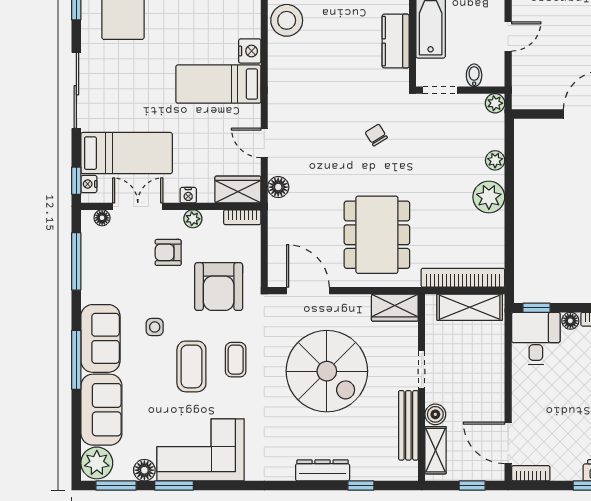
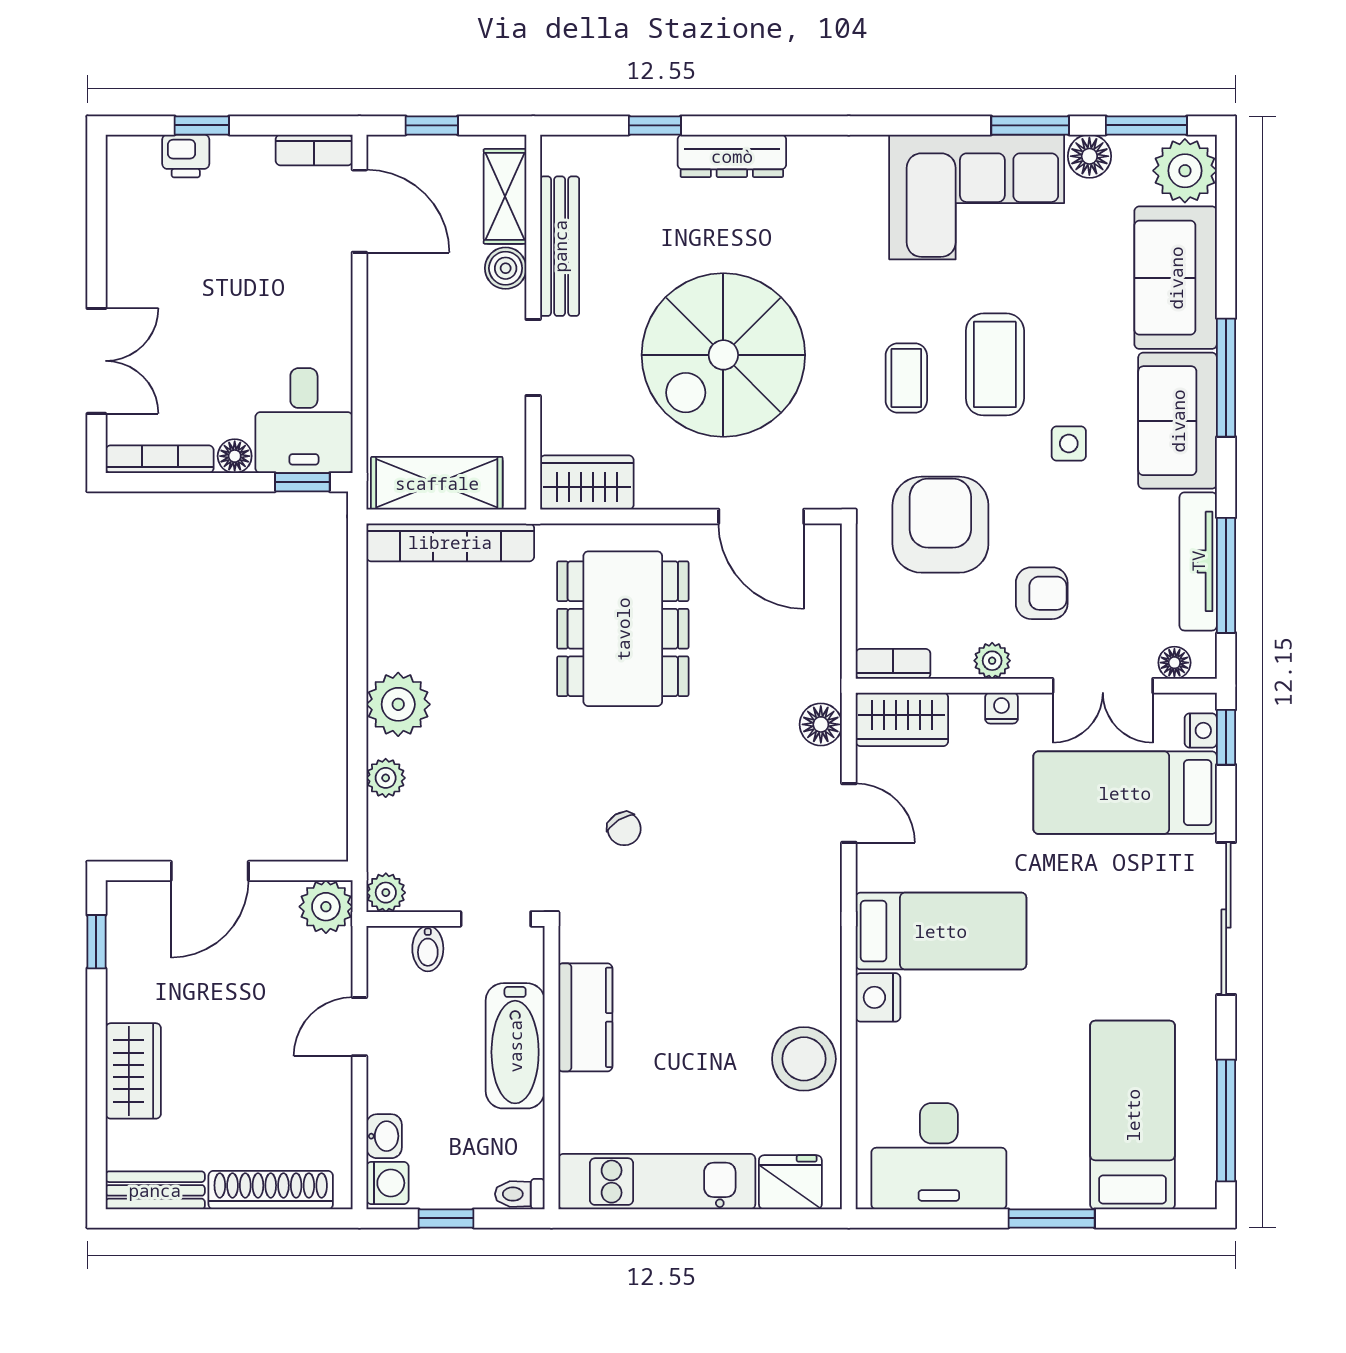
plant: (525, 96) -> (326, 907), added
tv unit: (90, 268) -> (1198, 561), added
spiral stairs: (327, 371) -> (723, 355), turned -90

